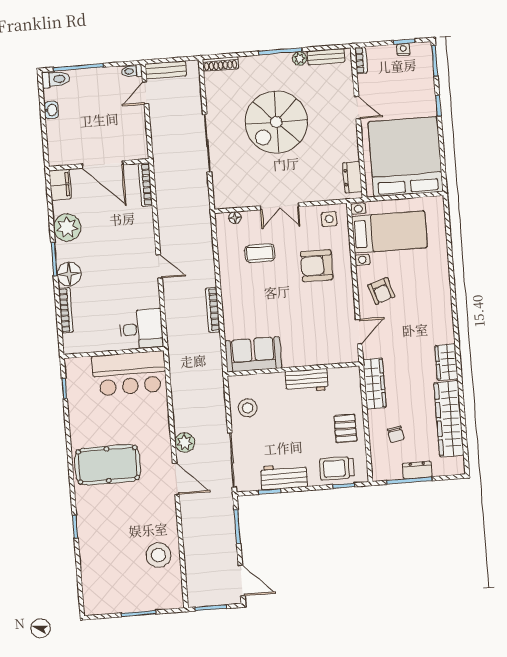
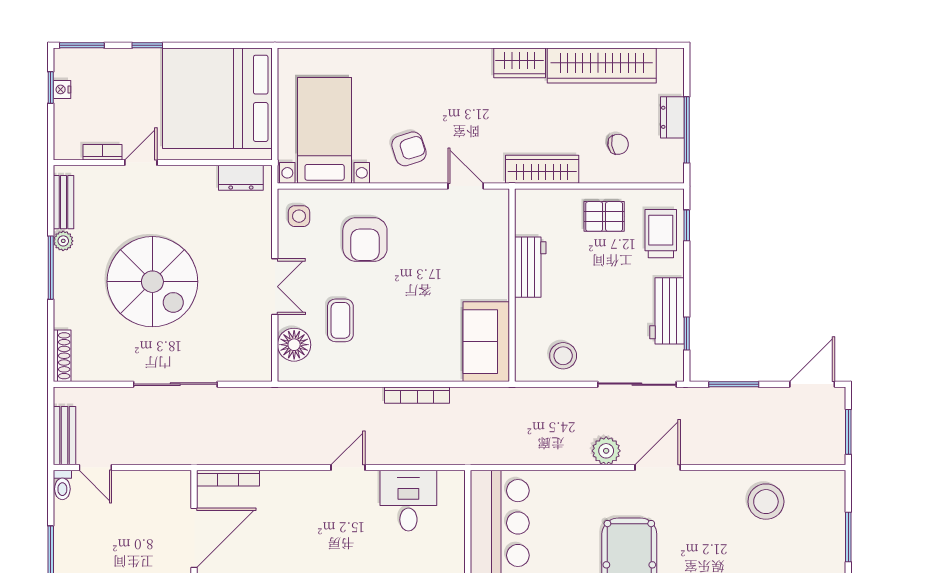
bookcase: (361, 60) -> (102, 152), moved
floor lamp: (235, 218) -> (294, 345), width x1.89, depth x1.89
desk: (141, 329) -> (408, 501), moved
trolley: (337, 468) -> (661, 234), turned 180

